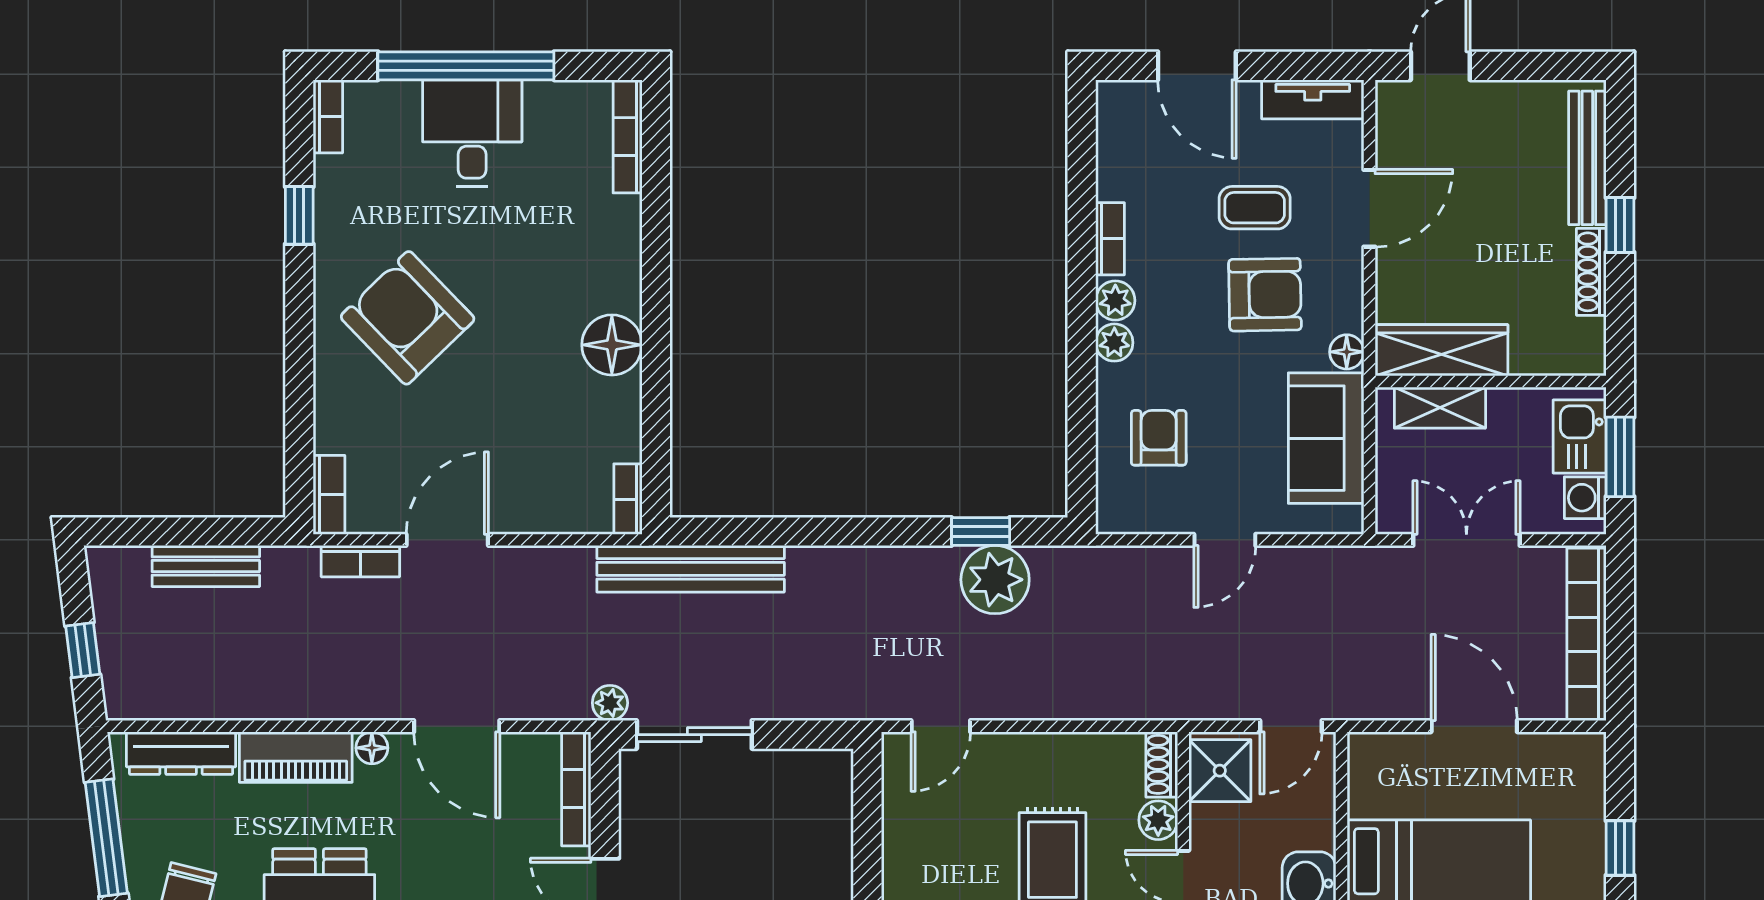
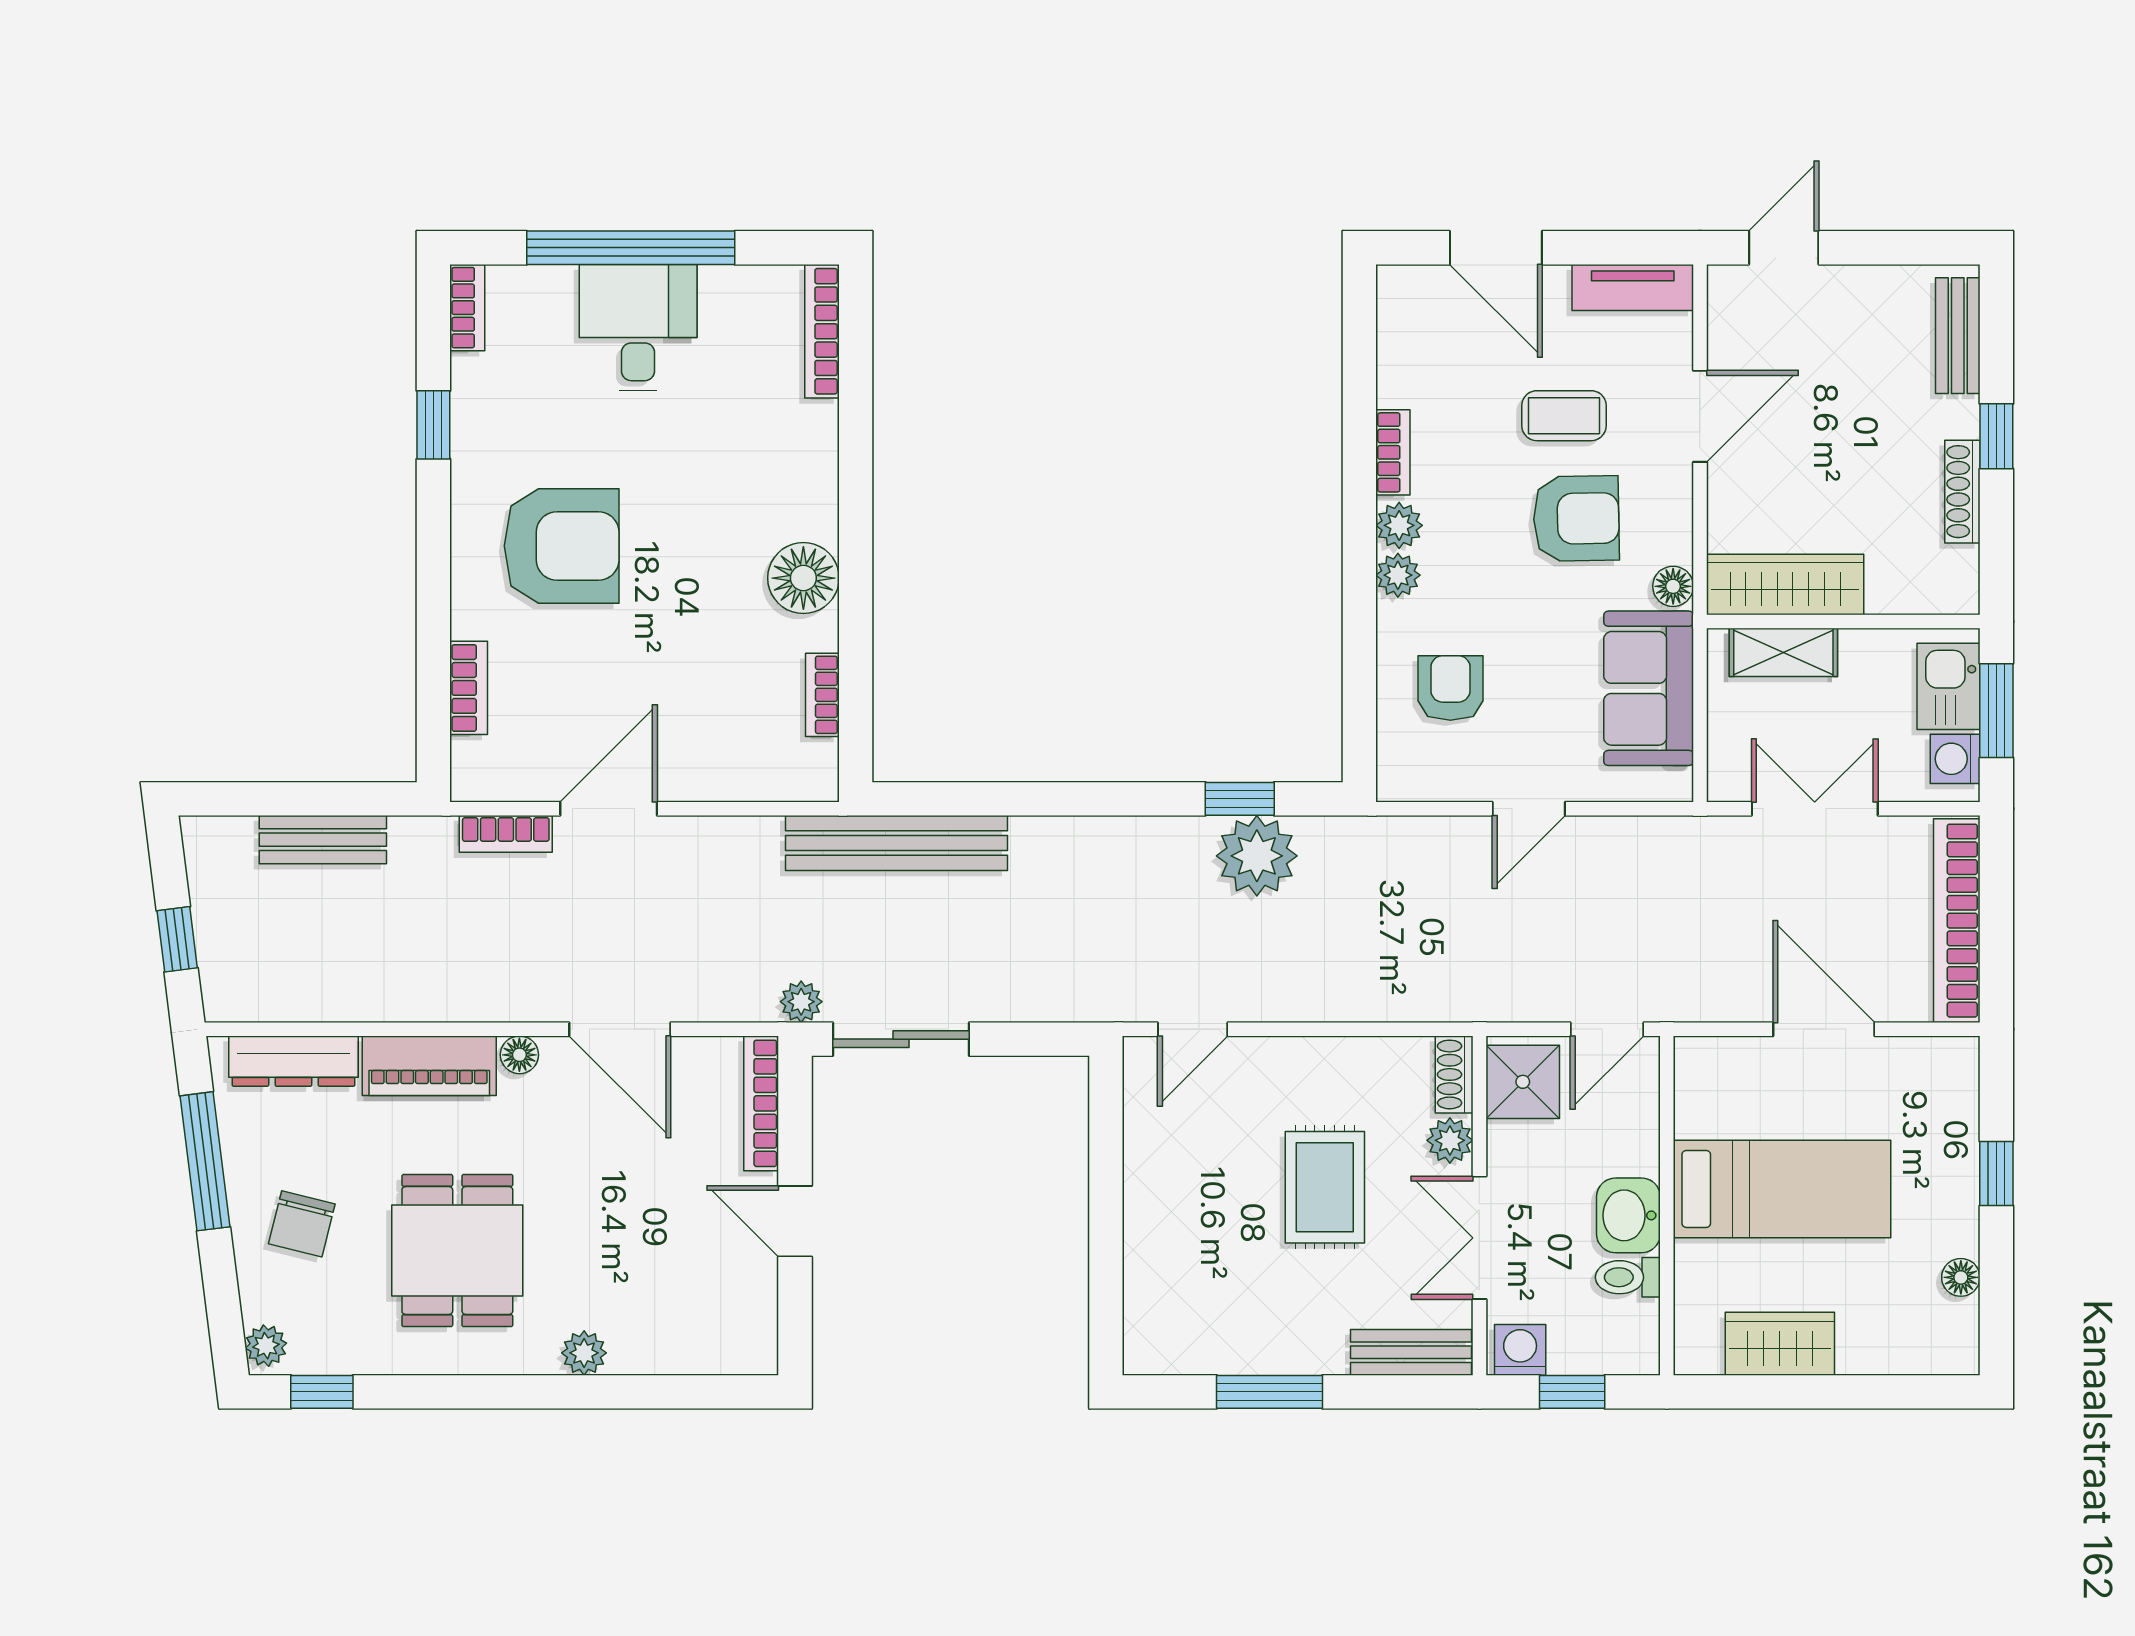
bench: (1587, 158) -> (1958, 336), width x0.73
armchair: (408, 318) -> (562, 546), turned 134
bookcase: (329, 495) -> (469, 688), moved
bookcase: (628, 499) -> (822, 695), moved

